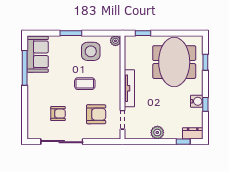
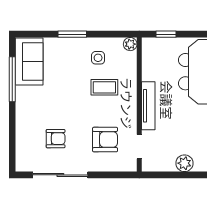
side table: (91, 51) -> (98, 58), width x0.54, depth x0.54
coffee table: (85, 84) -> (104, 87), moved

